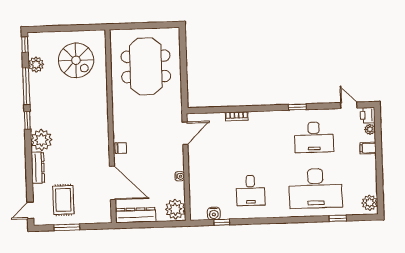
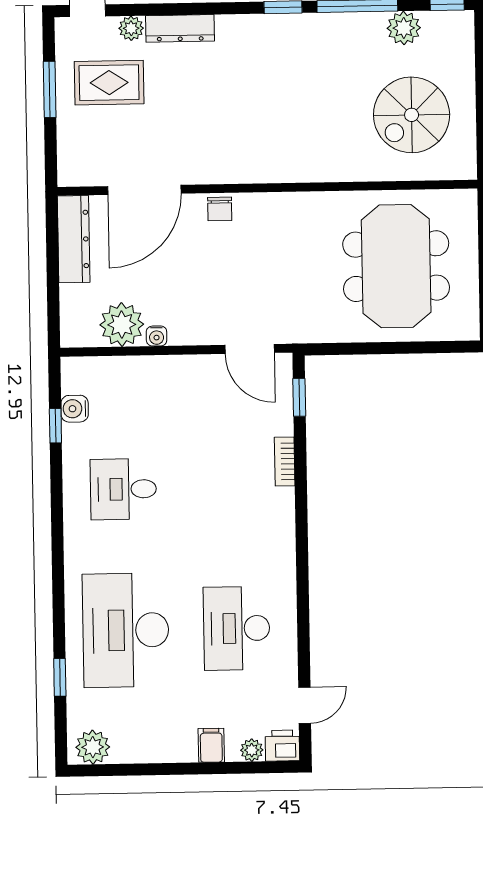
meeting table: (146, 66) -> (396, 266), turned 90
window: (297, 107) -> (299, 397), moved
plant: (41, 140) -> (131, 28), moved, width x0.53, depth x0.53
plant: (175, 209) -> (122, 325), moved

